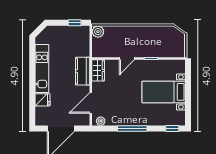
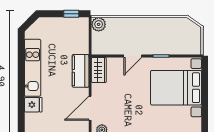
bed with nightstands: (164, 92) -> (176, 88), width x1.36

